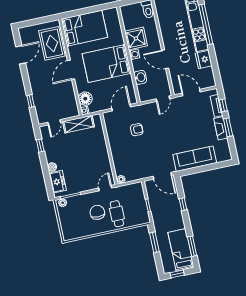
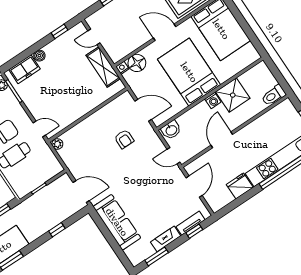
washbasin: (140, 77) -> (171, 130), moved
window: (228, 127) -> (157, 256), moved
door: (162, 176) -> (81, 192), swing flipped

